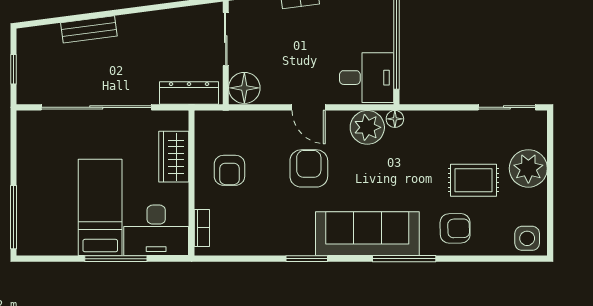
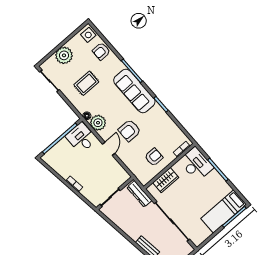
floor lamp: (244, 88) -> (121, 177), removed
rug: (474, 180) -> (86, 83), moved, turned 90
bed: (100, 207) -> (224, 211), moved
armchair: (455, 228) -> (101, 51), moved, turned -89

